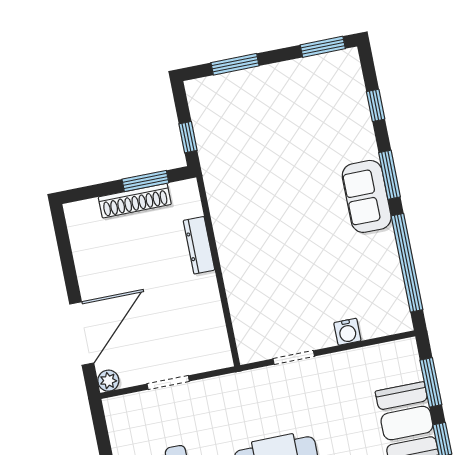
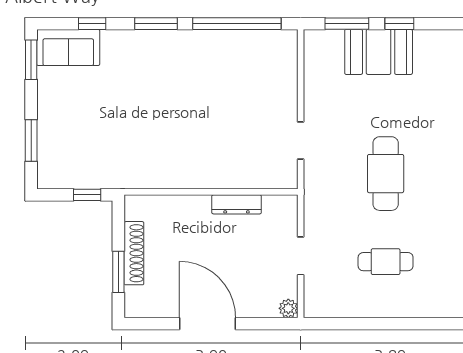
window: (145, 181) -> (118, 272), moved
sofa: (367, 196) -> (68, 47), moved
dresser: (199, 245) -> (237, 204), moved
water cooler: (347, 332) -> (287, 88), removed
door: (82, 333) -> (207, 324), moved

